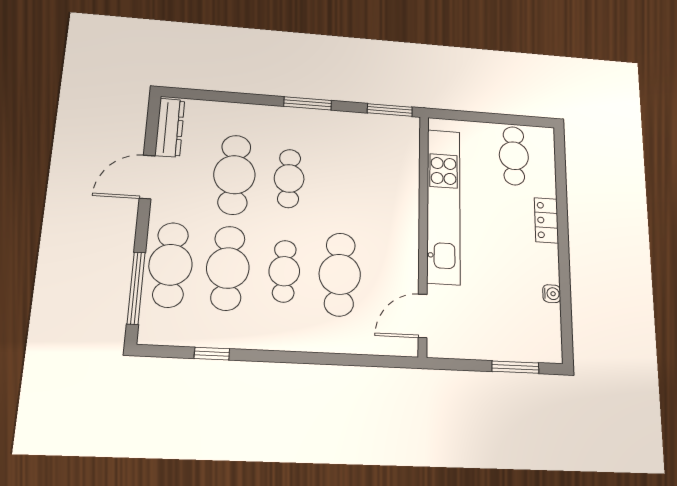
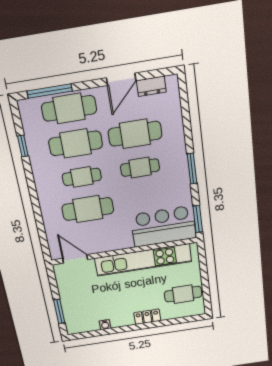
dresser: (170, 128) -> (151, 86), width x0.70
bar counter: (392, 163) -> (163, 226), added
door: (147, 177) -> (121, 79), swing flipped

